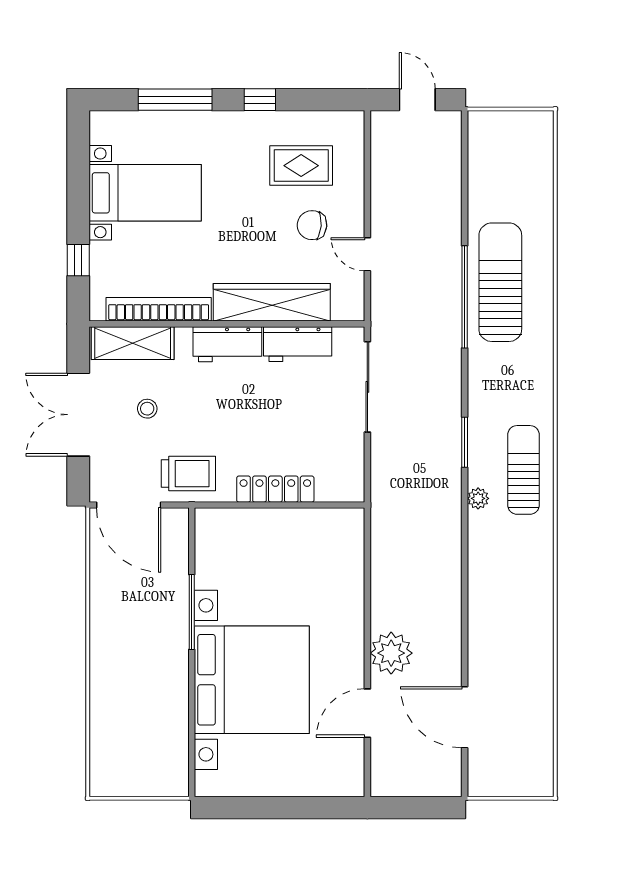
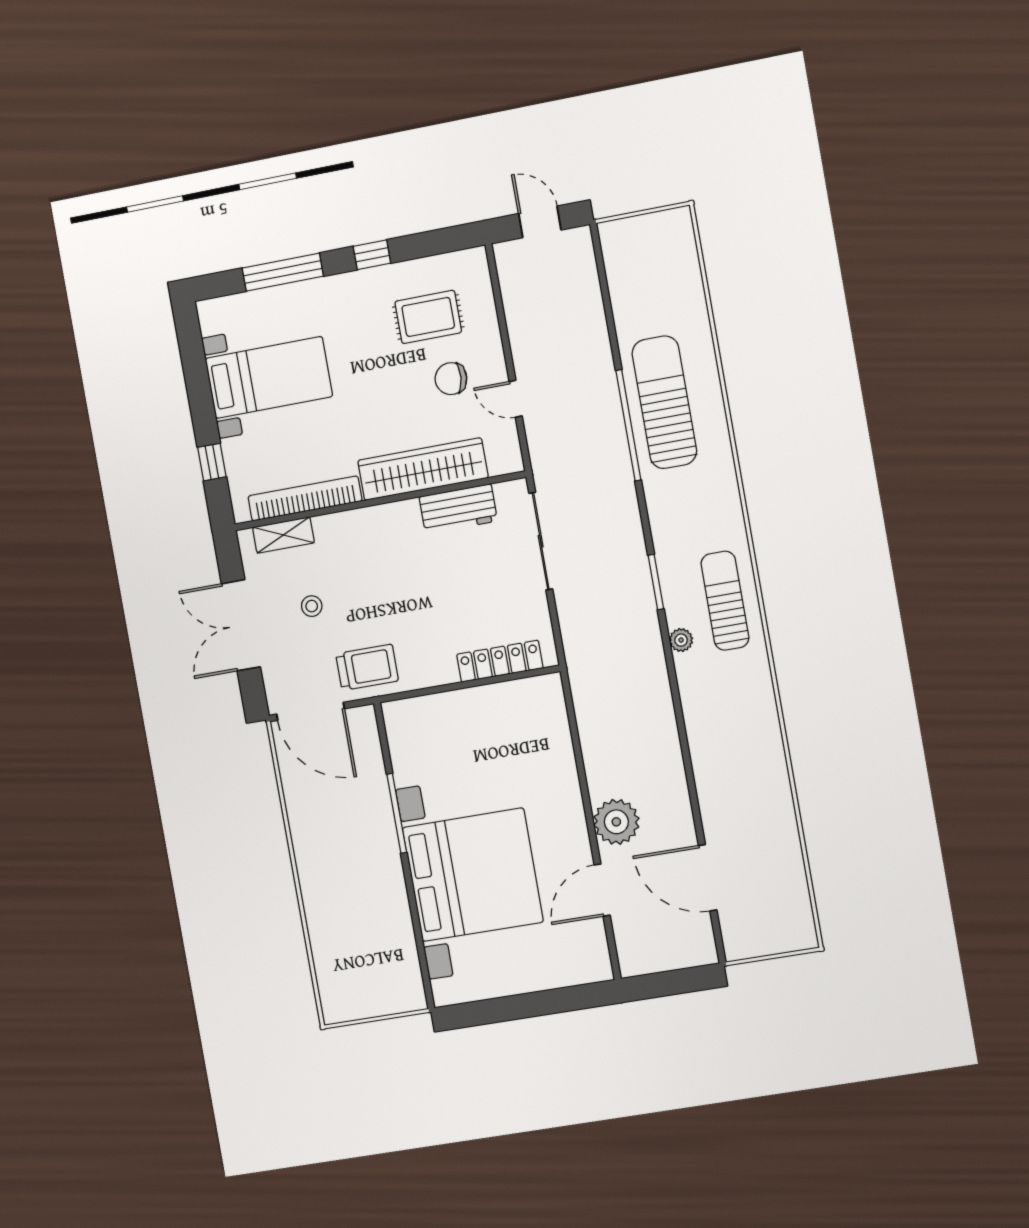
shelving: (133, 343) -> (283, 535), width x0.67, depth x0.75
workbench: (227, 344) -> (384, 523), removed
locker: (275, 489) -> (500, 661), moved

